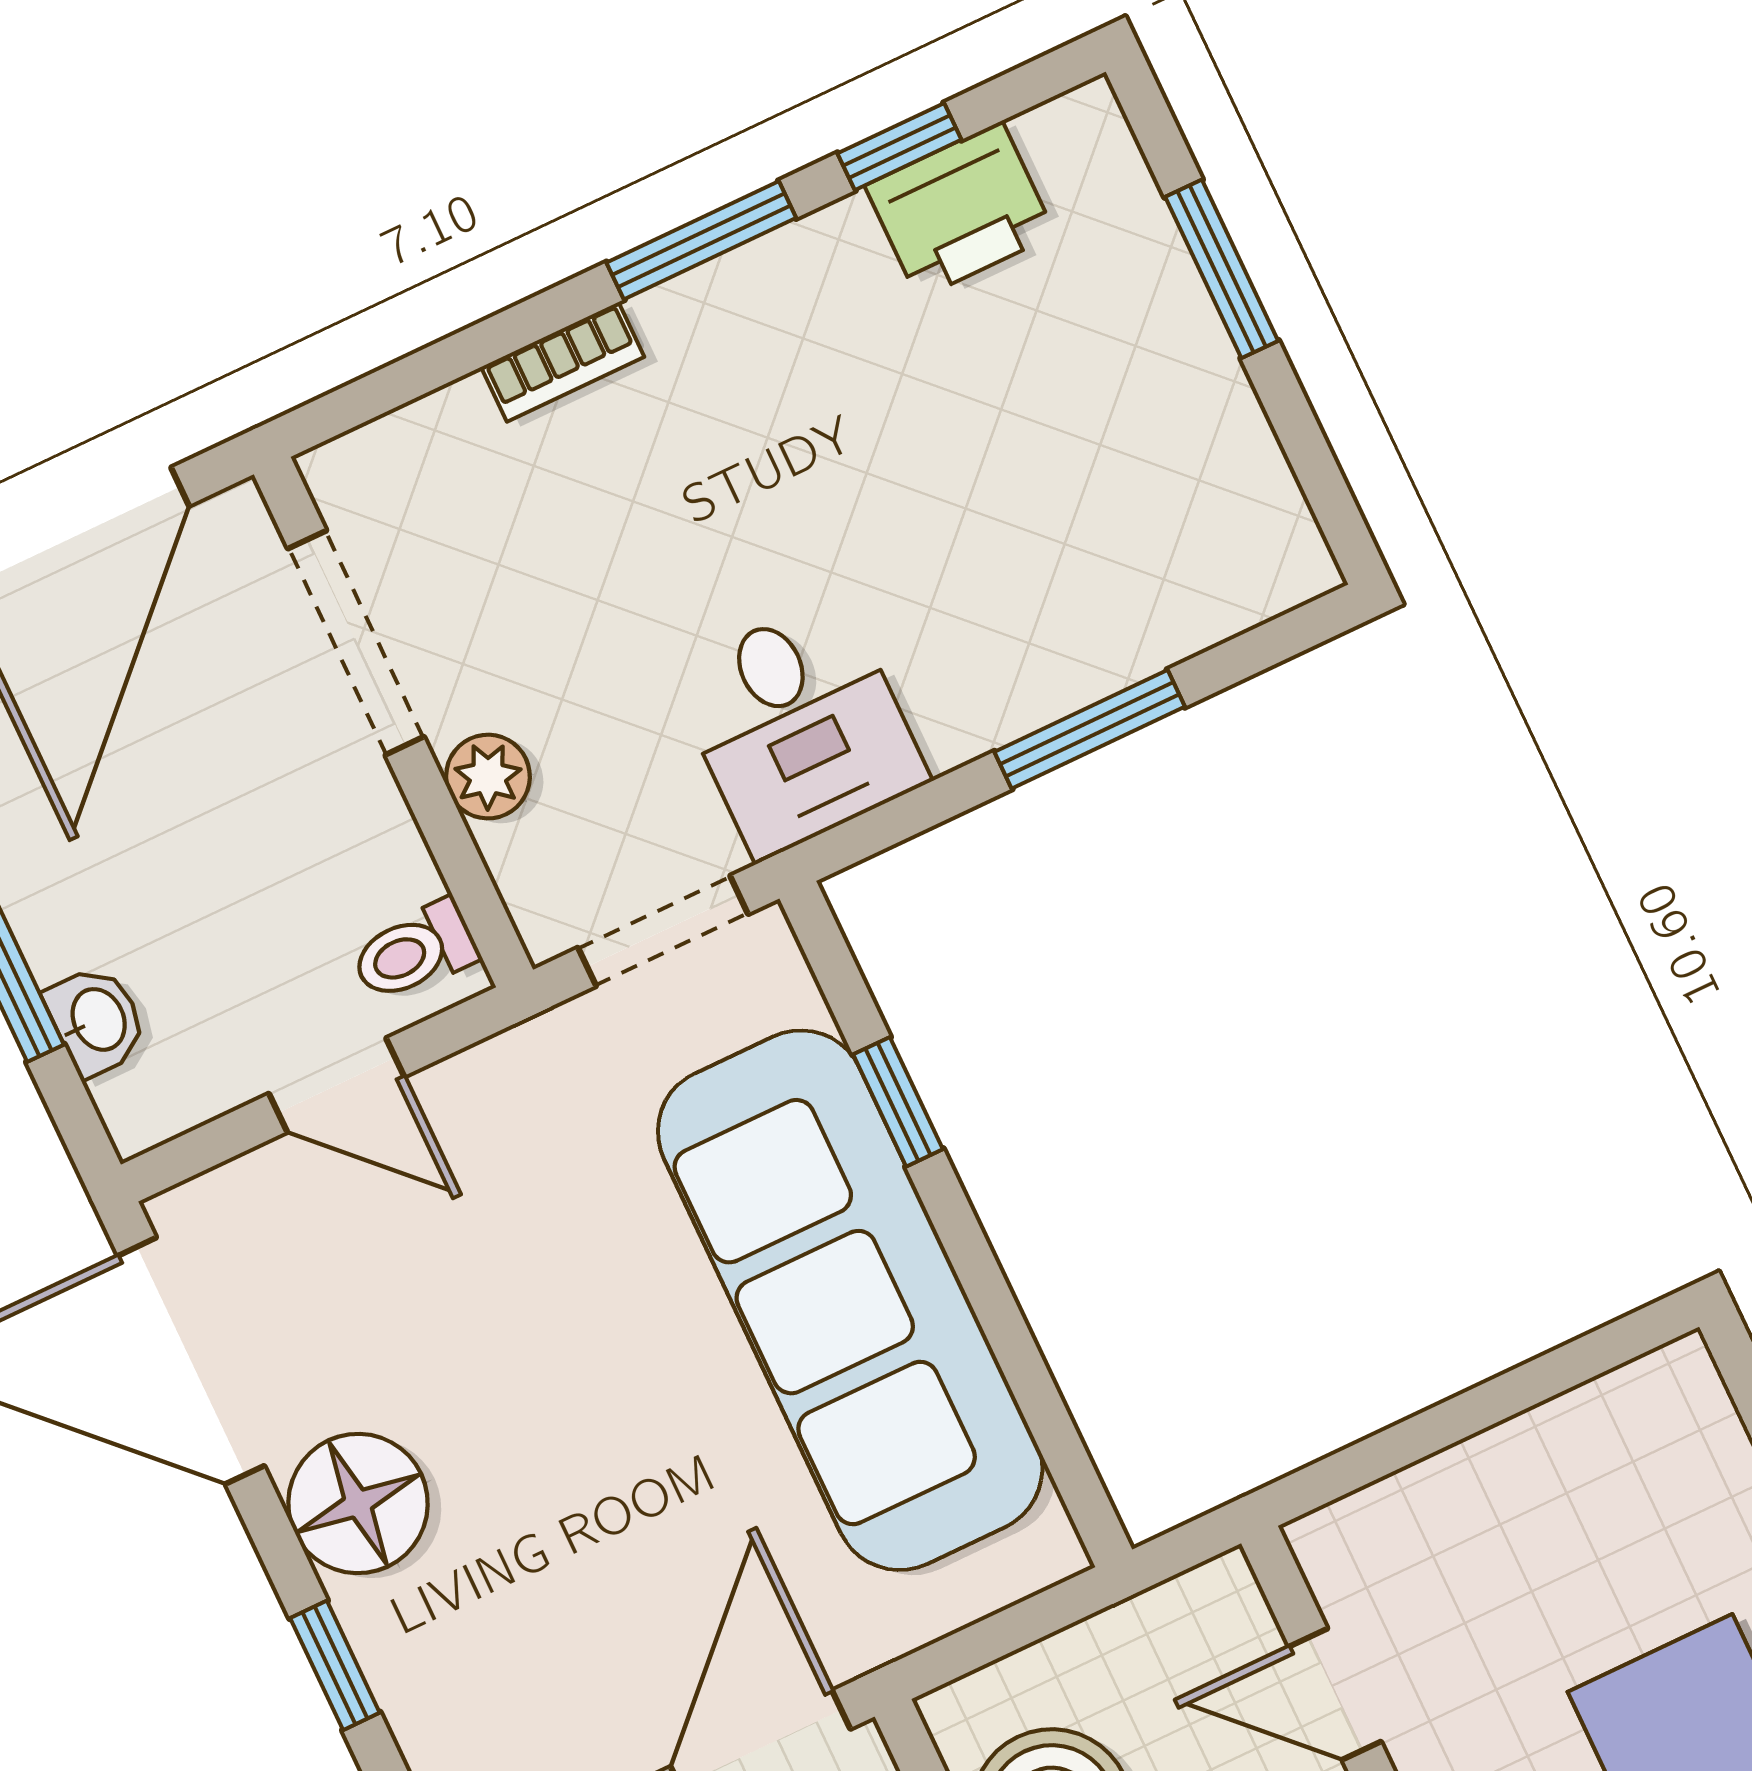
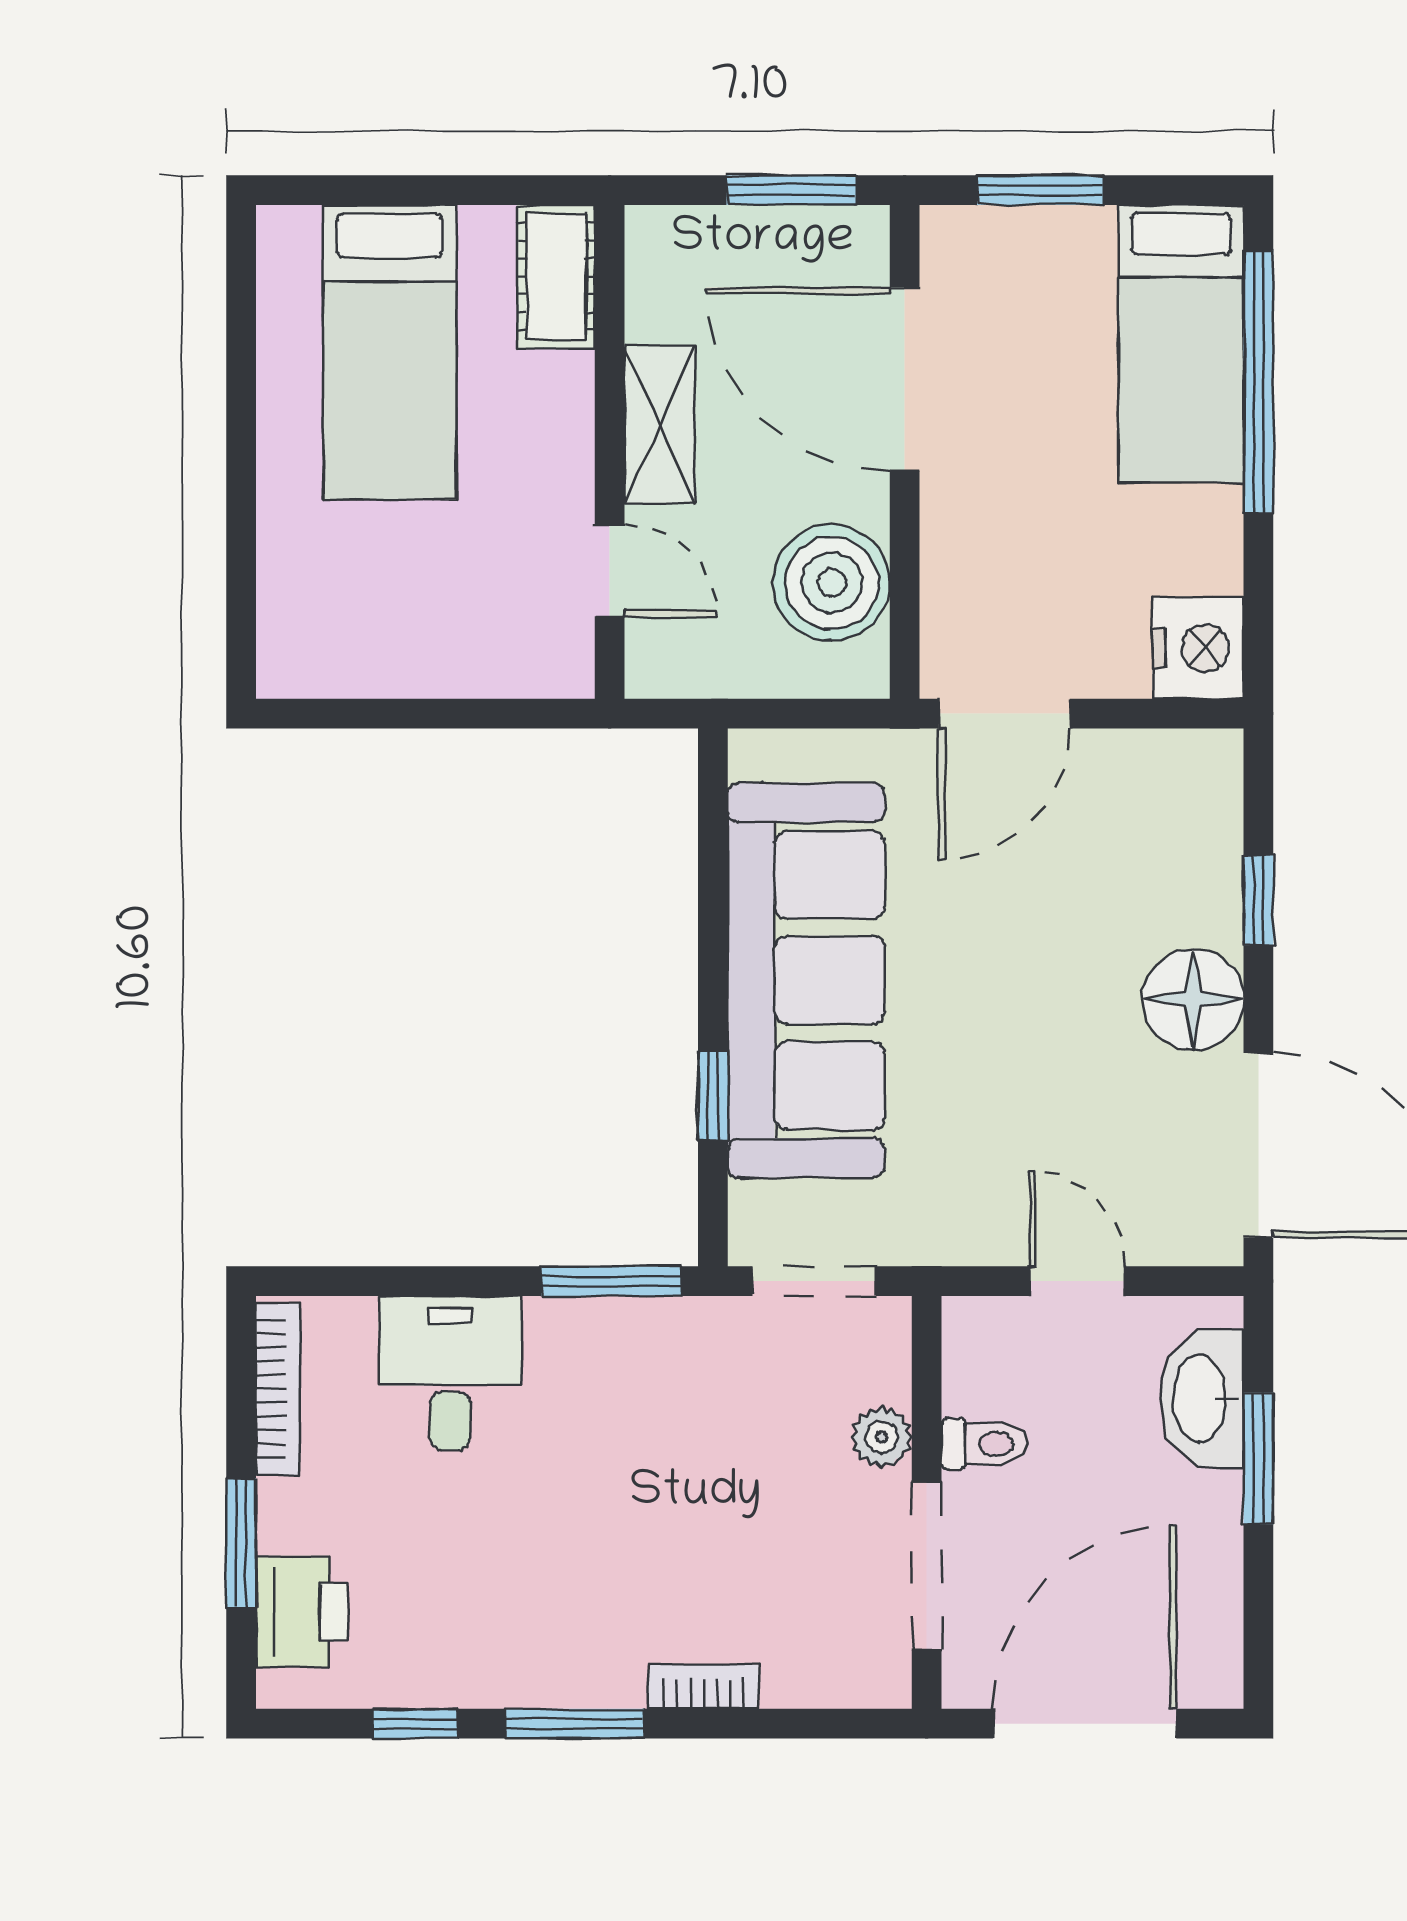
printer: (960, 210) -> (302, 1611), moved, turned 90
bookcase: (1267, 482) -> (278, 1389), added
desk: (799, 727) -> (450, 1373), moved
window: (1090, 729) -> (611, 1281), moved
toilet: (415, 951) -> (984, 1444), moved
washbasin: (96, 1020) -> (1202, 1398), width x1.91, depth x1.45

